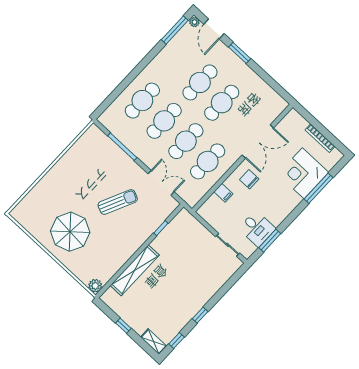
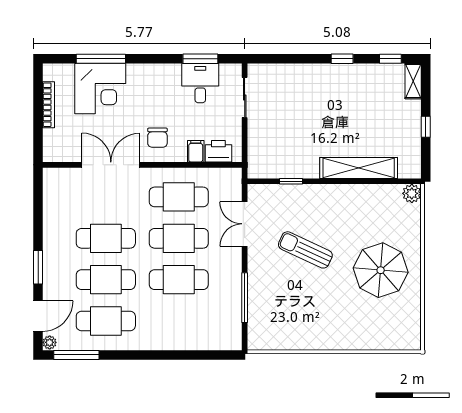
cafe table: (142, 101) -> (106, 321), moved
printer: (212, 205) -> (218, 151), added

